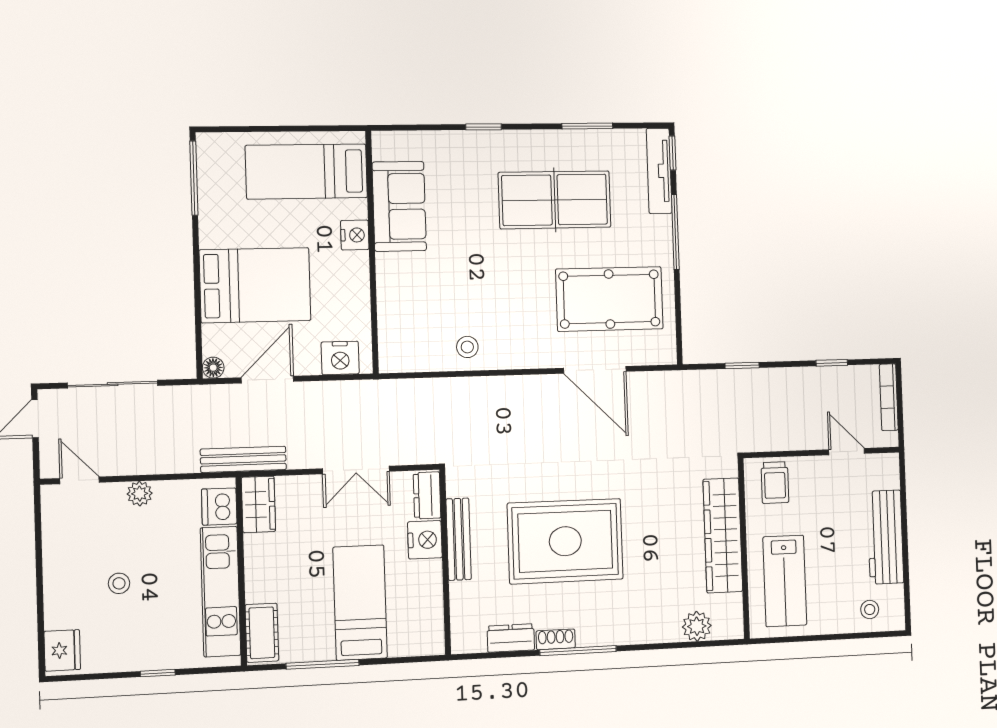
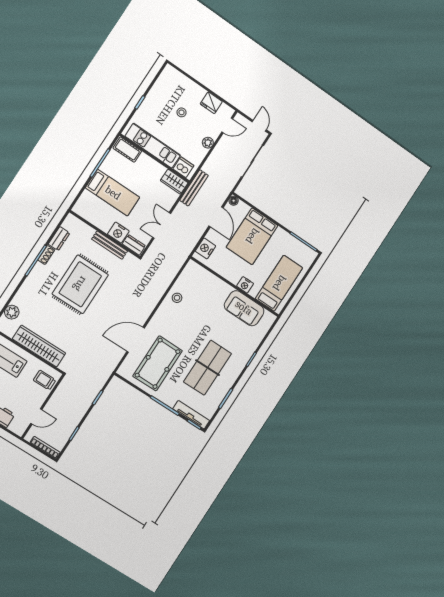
fridge: (62, 650) -> (211, 103), moved

